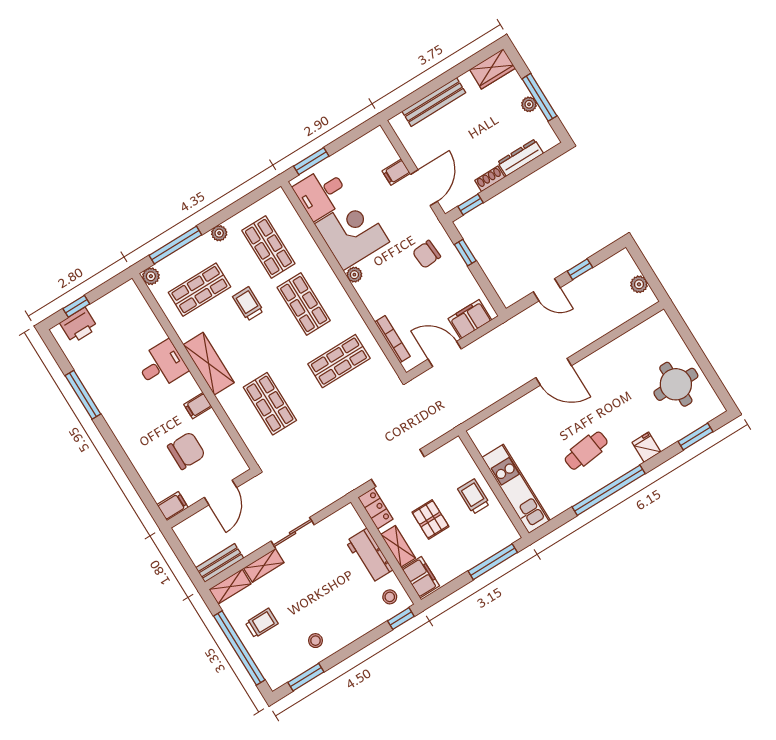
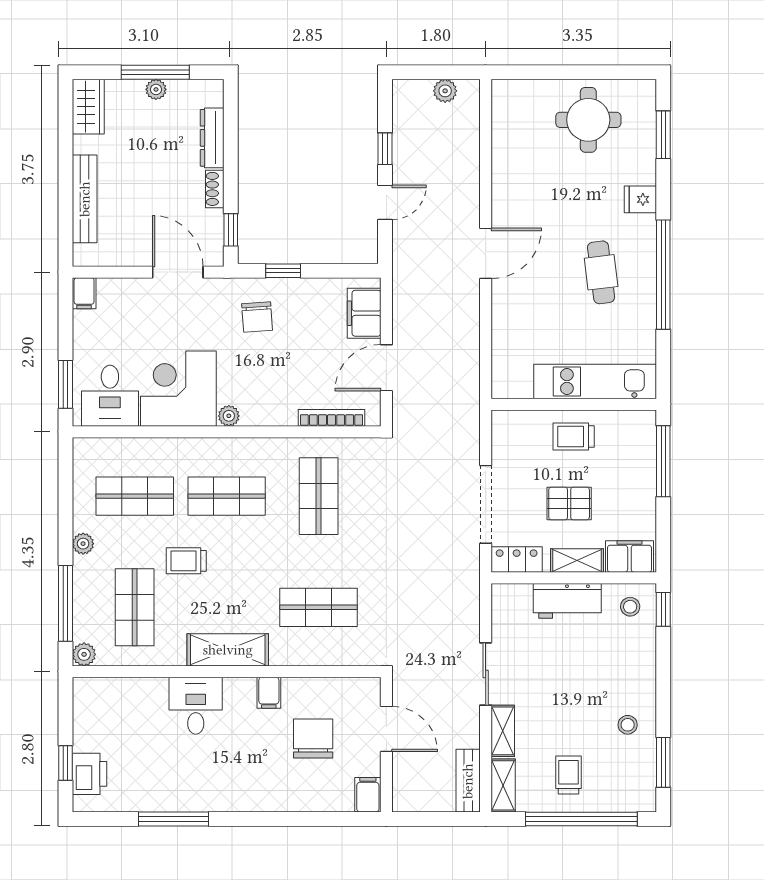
filing cabinet: (396, 172) -> (84, 293), moved

